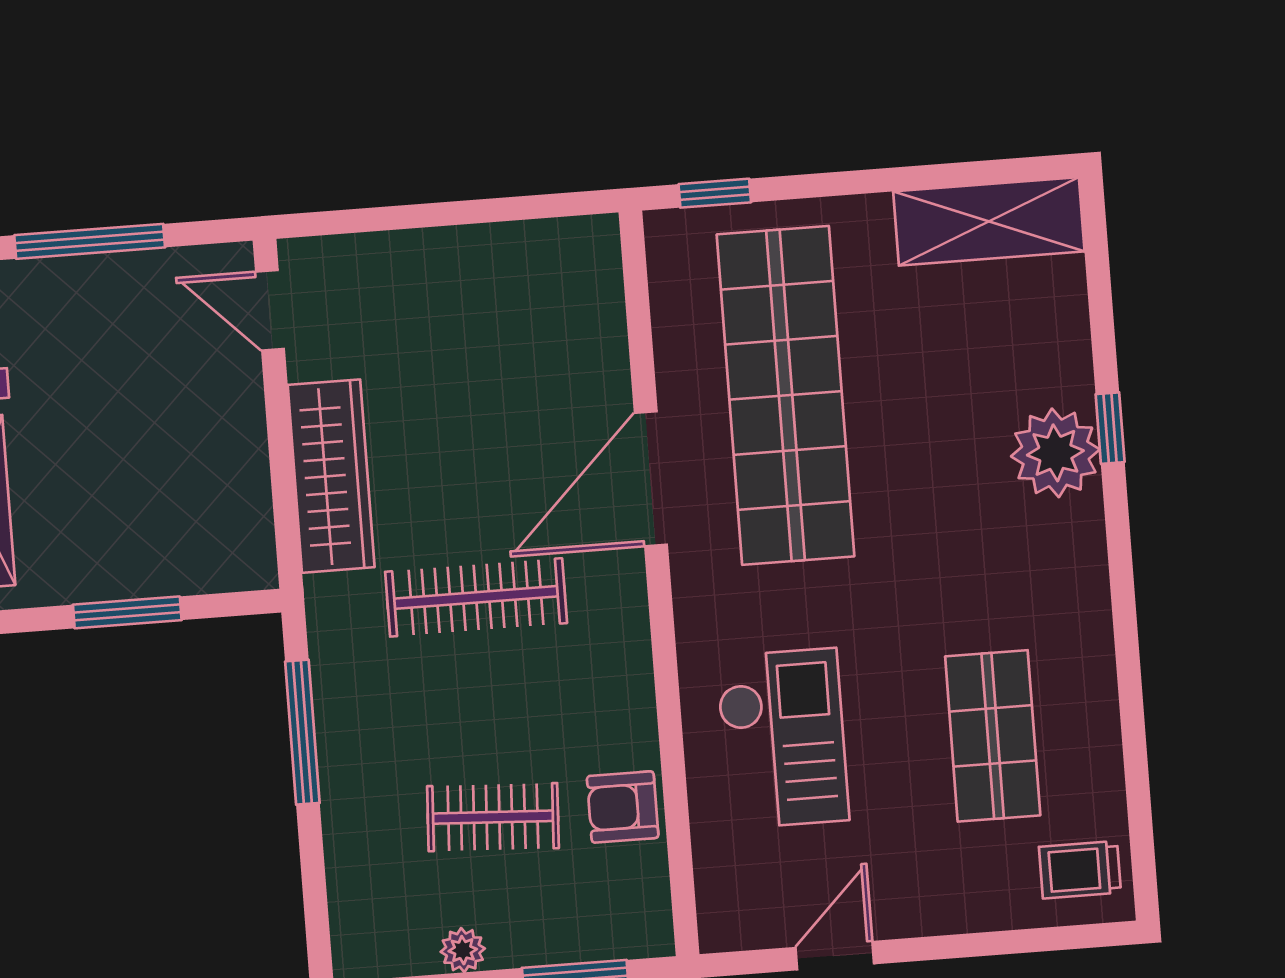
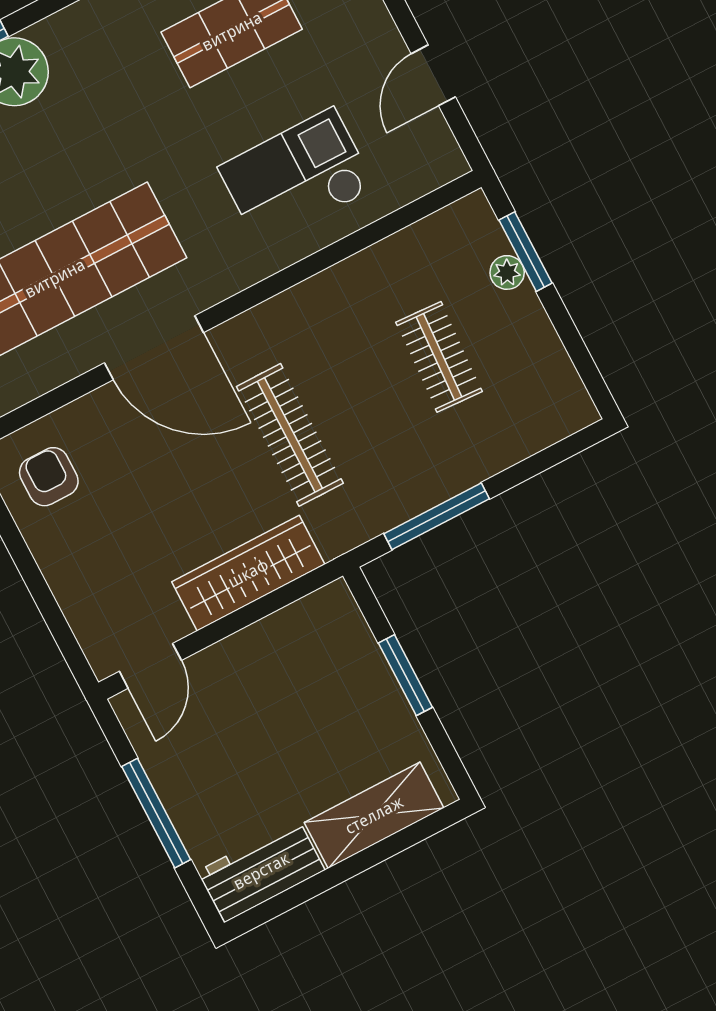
armchair: (623, 807) -> (49, 477), moved, turned 180
plant: (463, 950) -> (507, 272), moved
door: (835, 956) -> (433, 75), hinge flipped

